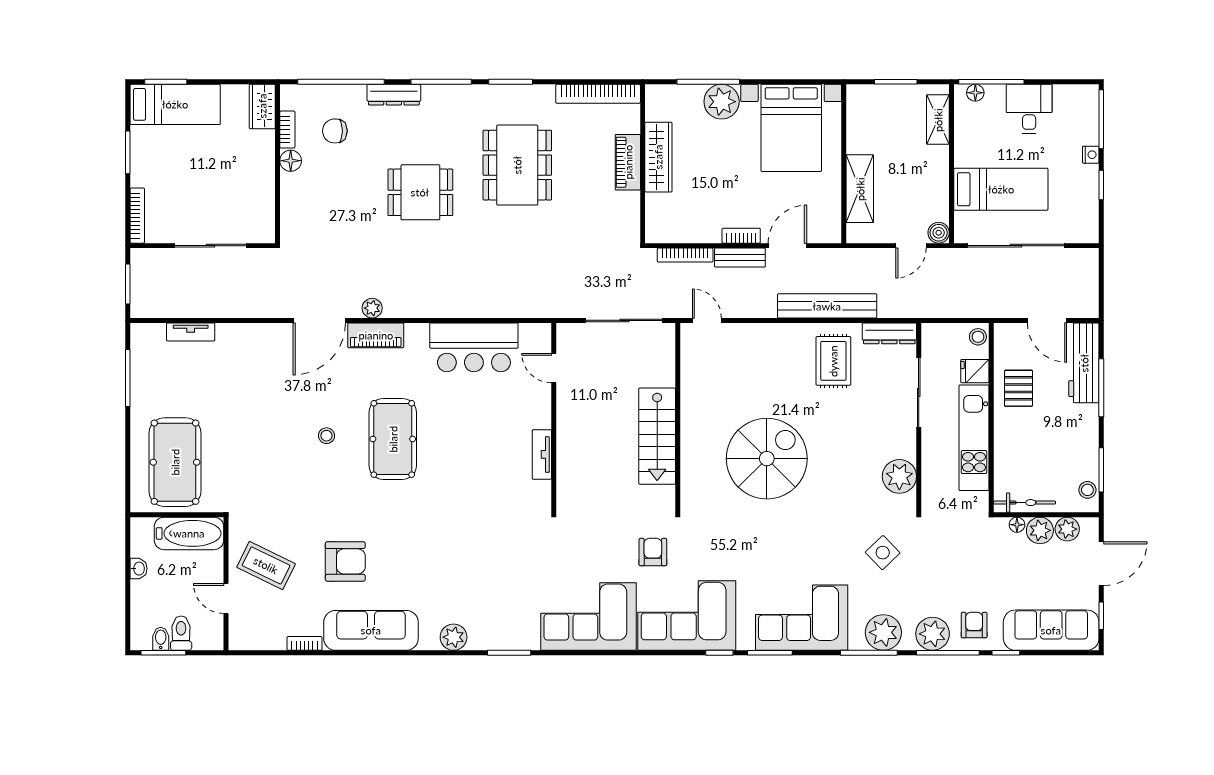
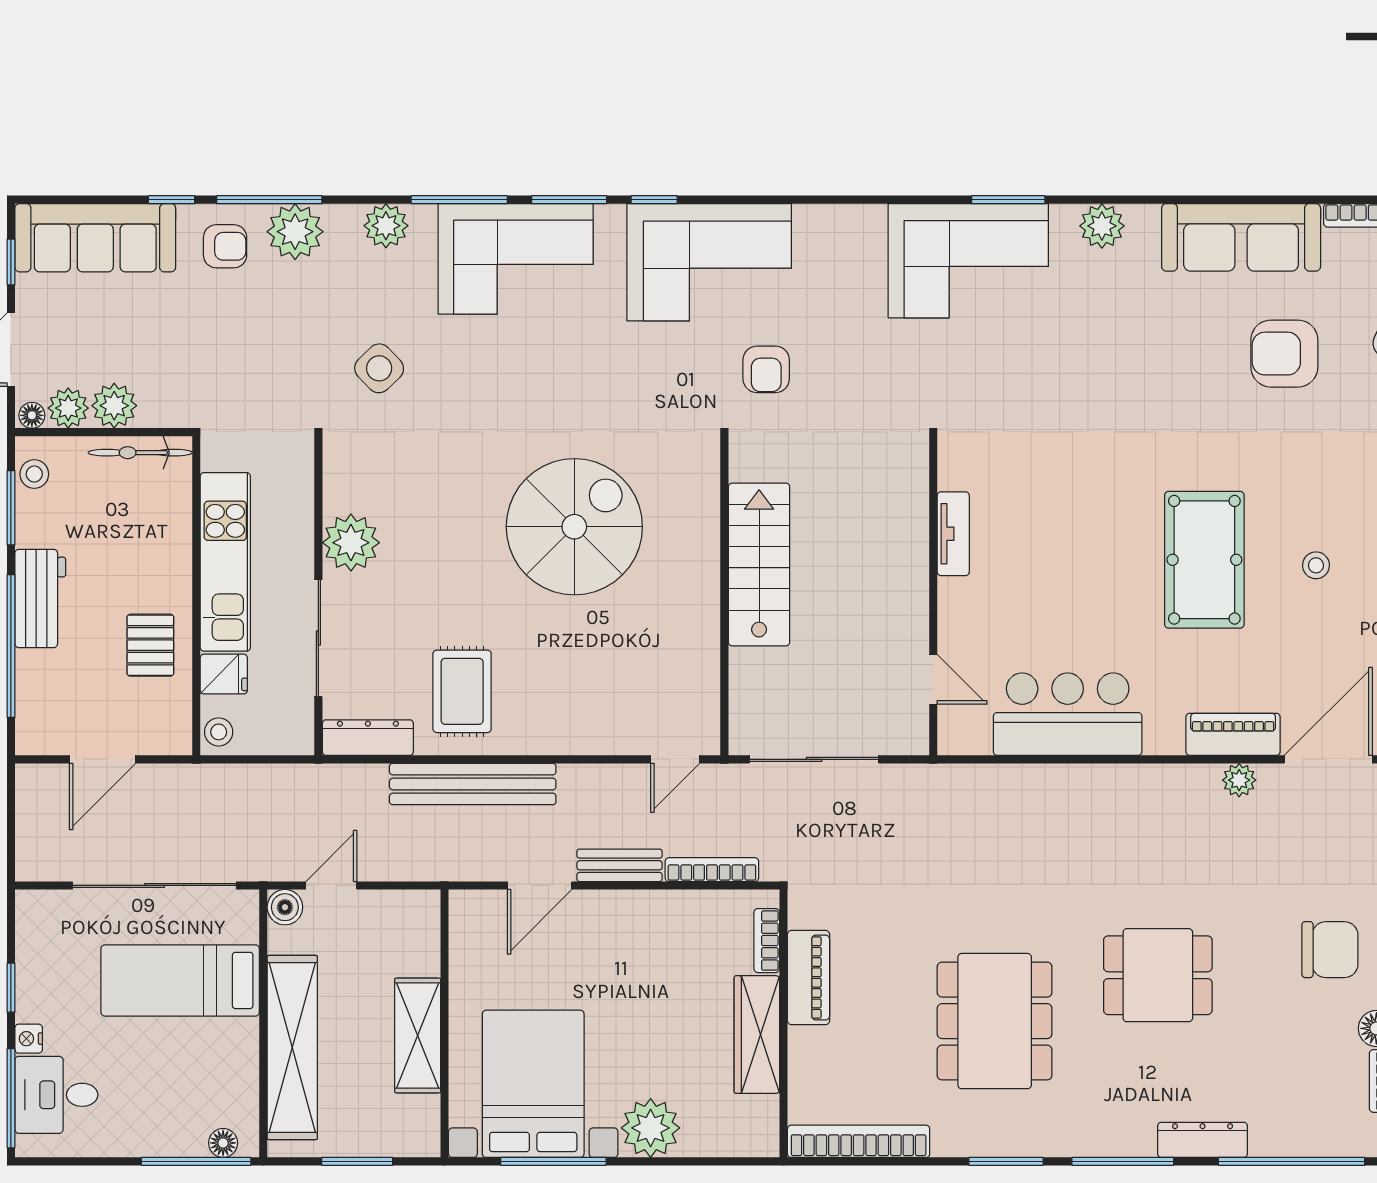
window: (708, 82) -> (553, 1161), moved
desk: (1029, 109) -> (56, 1095), moved, turned 90
shelving: (938, 120) -> (292, 1048), width x2.20, depth x1.33
chair: (335, 131) -> (1330, 950), moved, width x1.37, depth x1.37
piano: (628, 162) -> (808, 978), moved
shelving: (860, 189) -> (418, 1035), moved
bookcase: (741, 236) -> (767, 941), moved, turned 90
door: (707, 320) -> (675, 759), hinge flipped
door: (1047, 320) -> (102, 759), swing flipped
workbench: (1084, 363) -> (40, 598), moved, width x0.73
window: (1101, 388) -> (11, 646), width x1.46
spiral stairs: (767, 459) -> (574, 527), turned 180
plant: (899, 476) -> (351, 543), moved
floor lamp: (1017, 525) -> (32, 415), moved
corner sofa: (588, 616) -> (968, 261), moved
armchair: (974, 625) -> (225, 246), turned -90
plant: (883, 632) -> (386, 226), width x0.73, depth x0.73
window: (869, 653) -> (459, 200), moved

